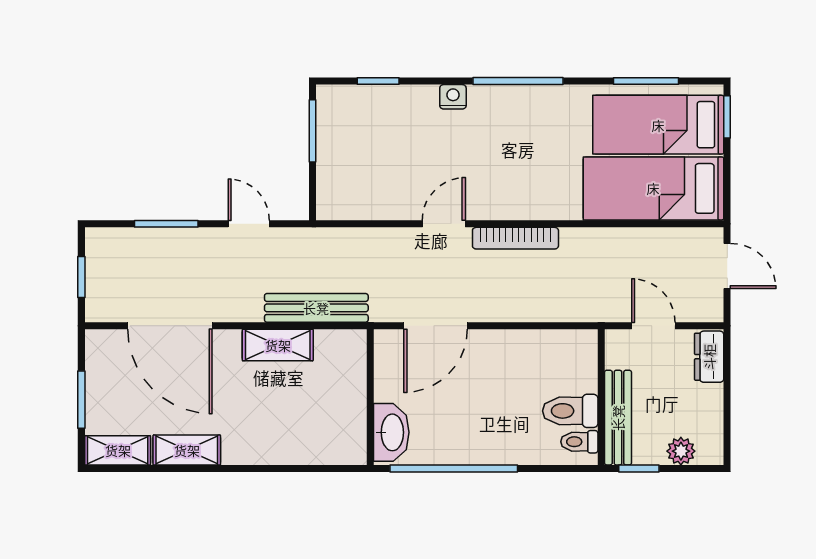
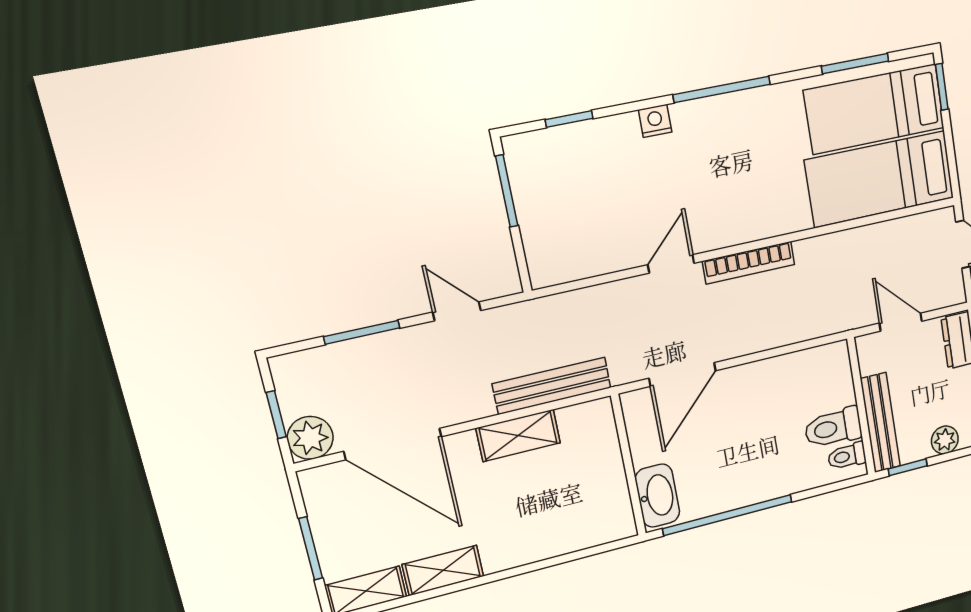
plant: (104, 303) -> (310, 438), added

